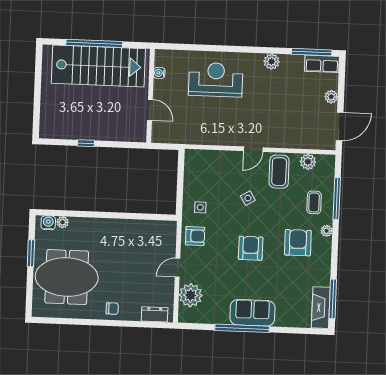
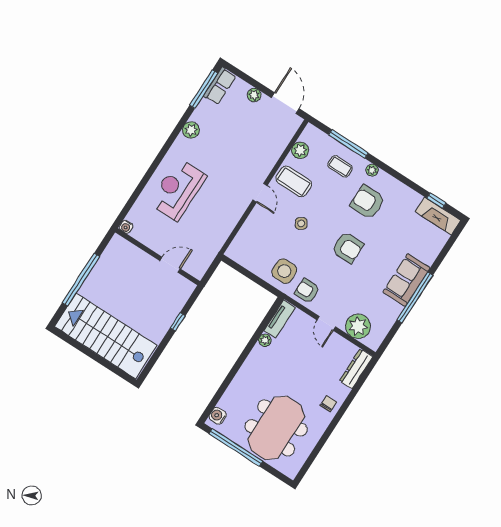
stairs: (98, 66) -> (106, 336), moved, turned -90
water cooler: (159, 73) -> (126, 227), moved
window: (86, 143) -> (178, 322), moved
side table: (200, 207) -> (284, 271), width x1.87, depth x1.87
plant: (63, 222) -> (265, 340), moved
tv unit: (159, 227) -> (280, 319), added
armchair: (195, 236) -> (307, 291), turned -90
armchair: (251, 248) -> (348, 248), turned 180
window: (31, 253) -> (236, 447), width x2.11
window: (333, 299) -> (436, 201), width x0.46
dresser: (155, 314) -> (356, 369), width x1.44

